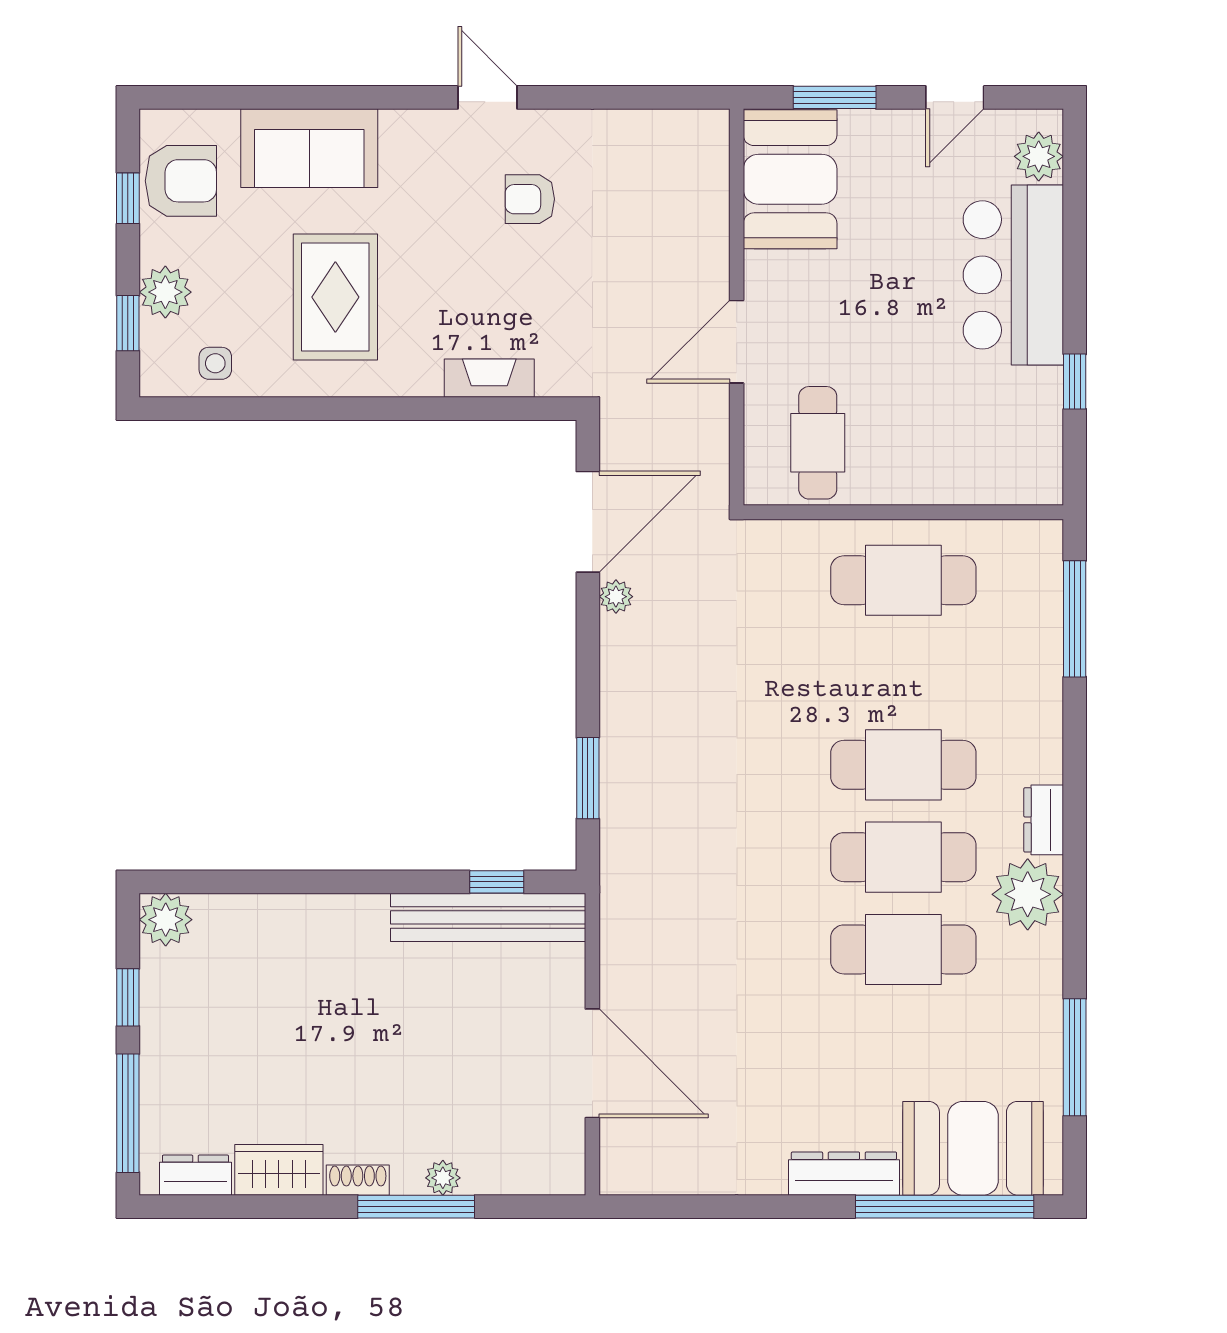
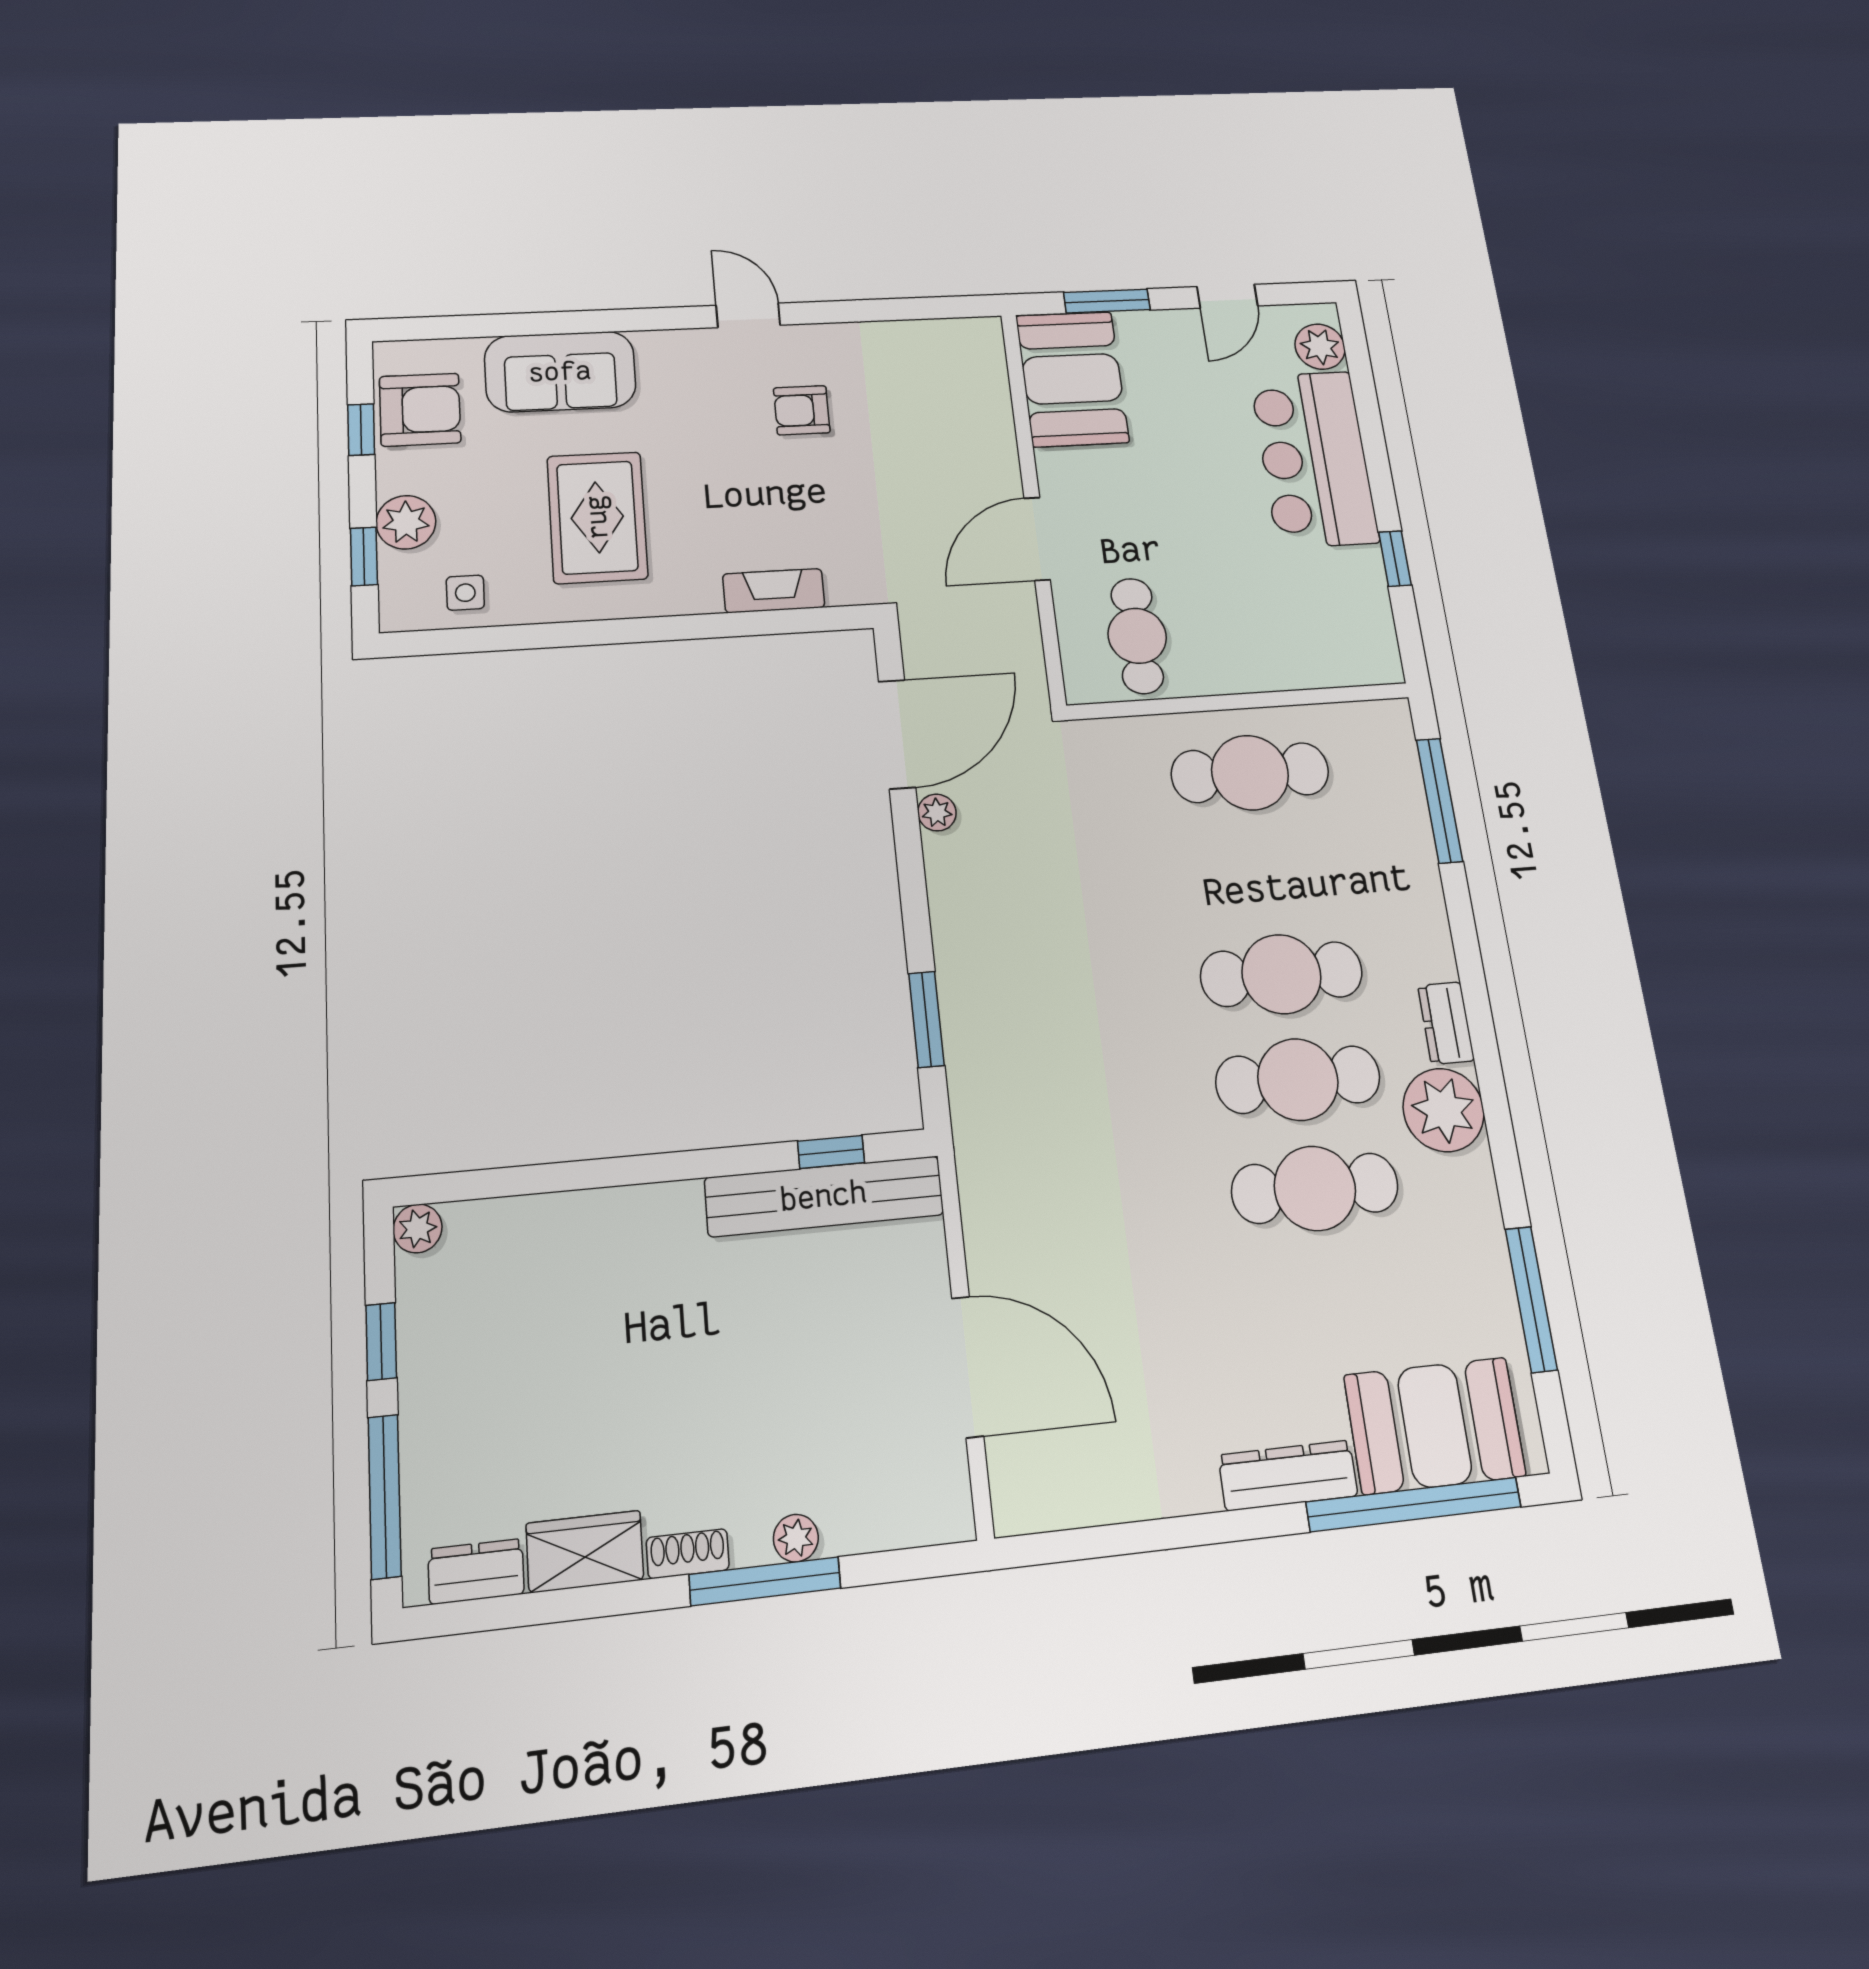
plant: (166, 920) -> (417, 1228), width x0.73, depth x0.73

